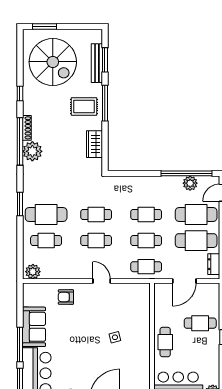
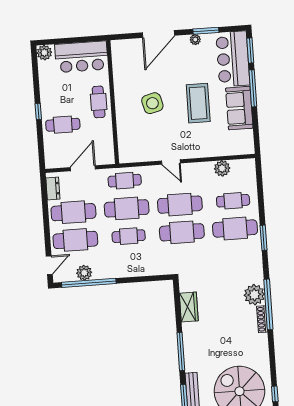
window: (20, 93) -> (275, 394), moved
rug: (84, 106) -> (203, 346), removed
cafe table: (96, 214) -> (182, 232), width x1.37, depth x1.35
cafe table: (96, 241) -> (180, 205), width x1.37, depth x1.35
cafe table: (146, 241) -> (127, 208), width x1.37, depth x1.35
plant: (33, 272) -> (222, 168), moved
armchair: (66, 297) -> (208, 142), removed
coffee table: (72, 334) -> (198, 103), added
side table: (115, 337) -> (152, 103), width x1.87, depth x1.87

